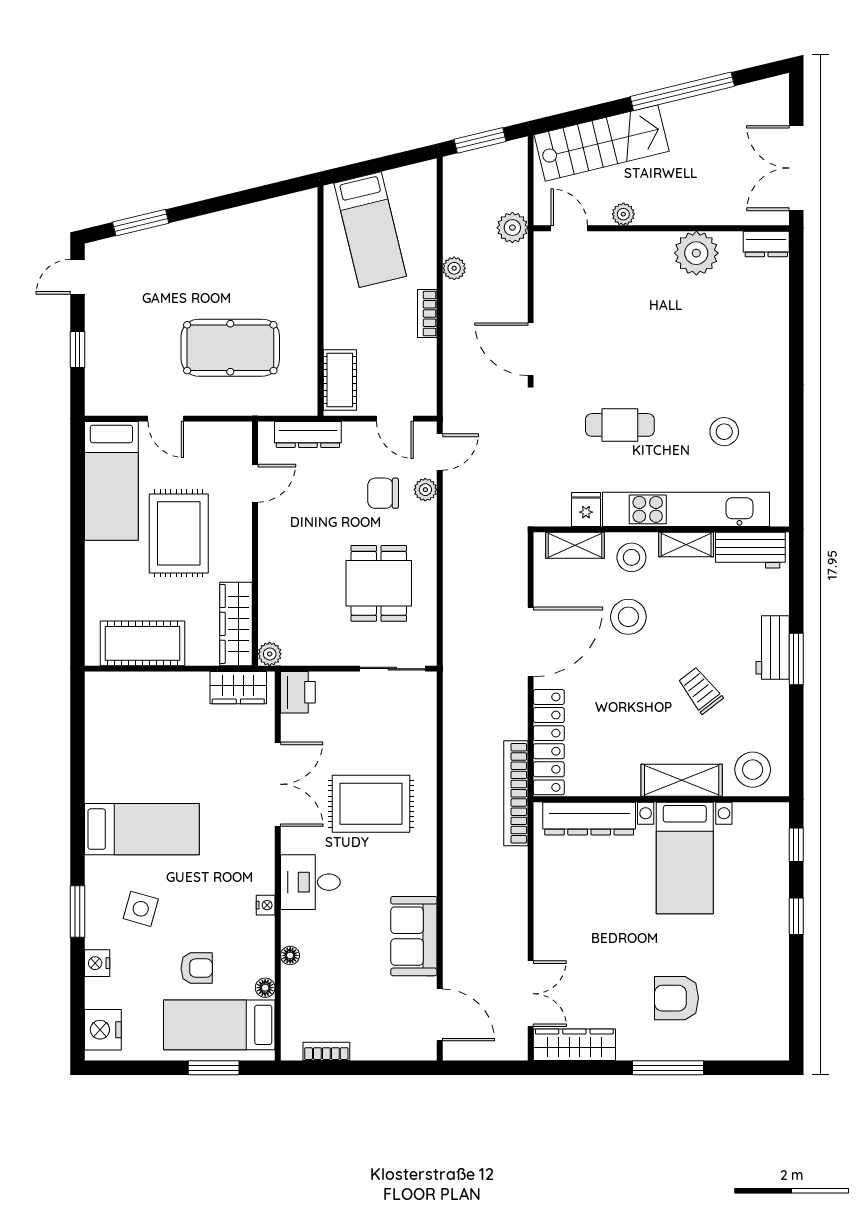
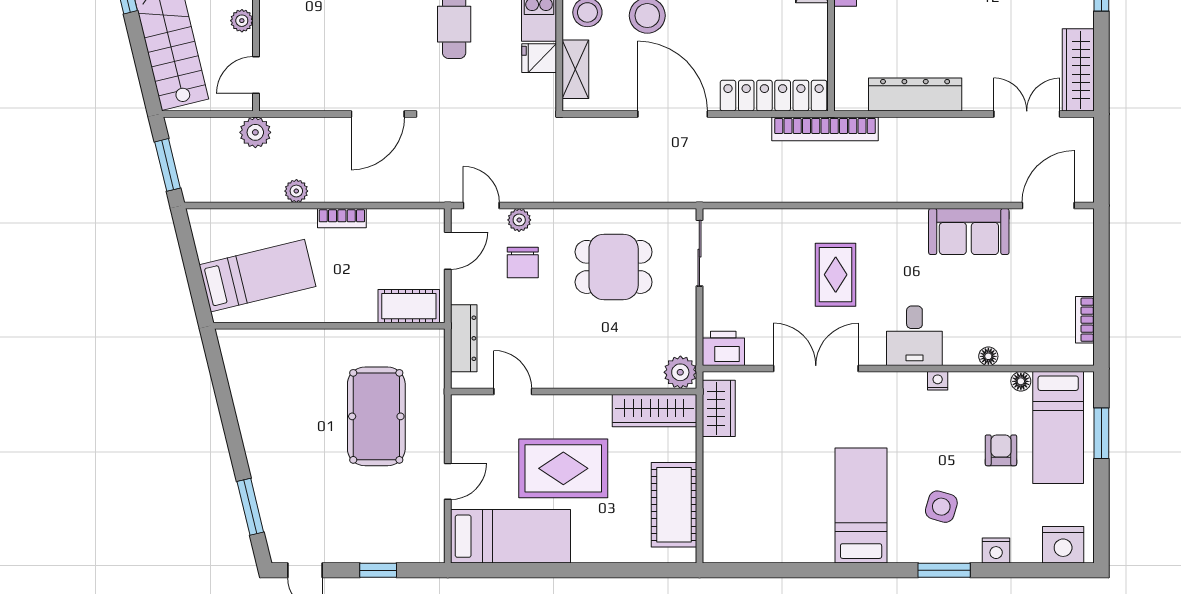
plant: (270, 654) -> (680, 372), width x1.38, depth x1.38
rug: (371, 804) -> (836, 275), width x0.73, depth x0.70
dresser: (589, 819) -> (915, 95), moved, turned -90

